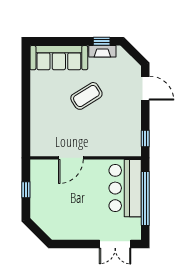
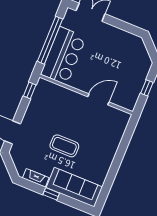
window: (102, 41) -> (51, 194), moved
coffee table: (86, 96) -> (64, 146), turned 32

